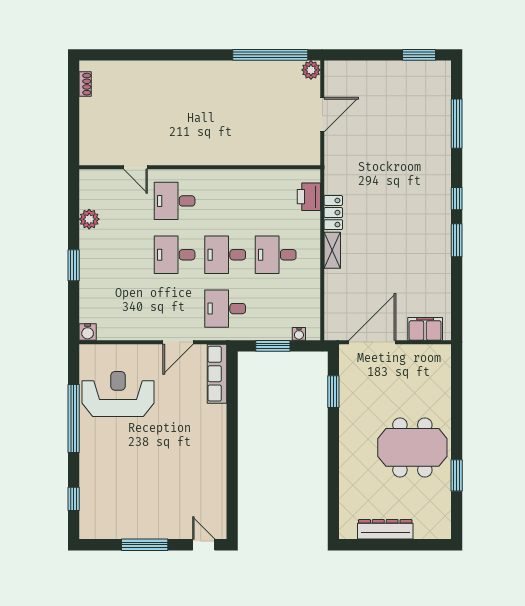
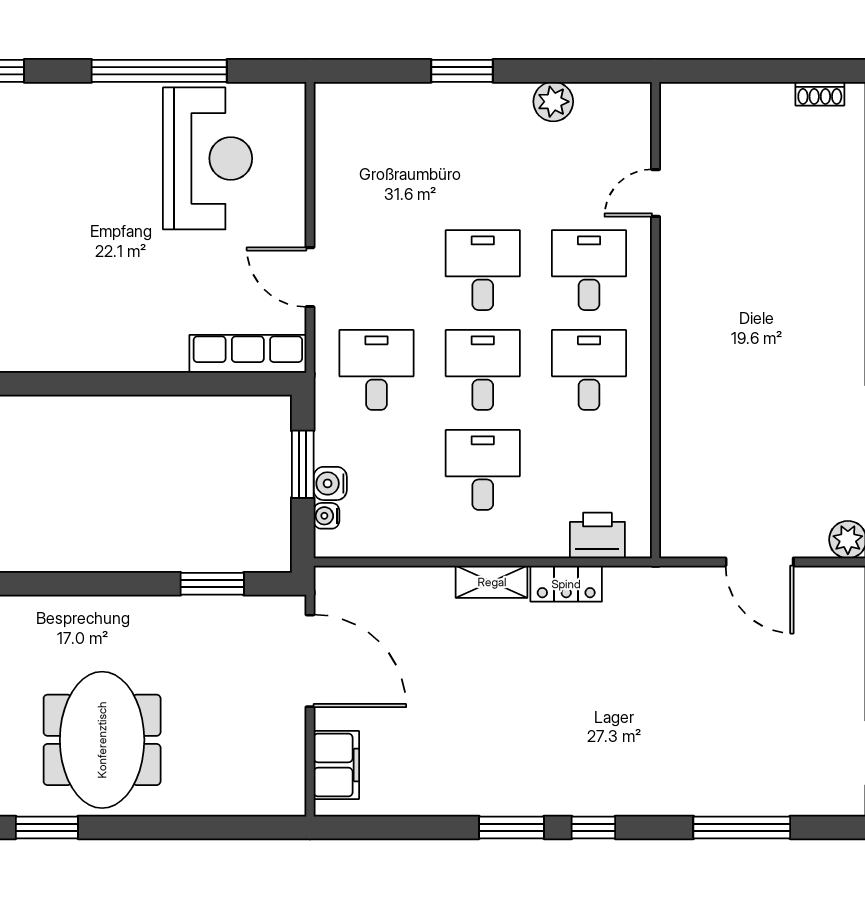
desk: (225, 201) -> (589, 370), added
water cooler: (88, 332) -> (330, 483), moved

